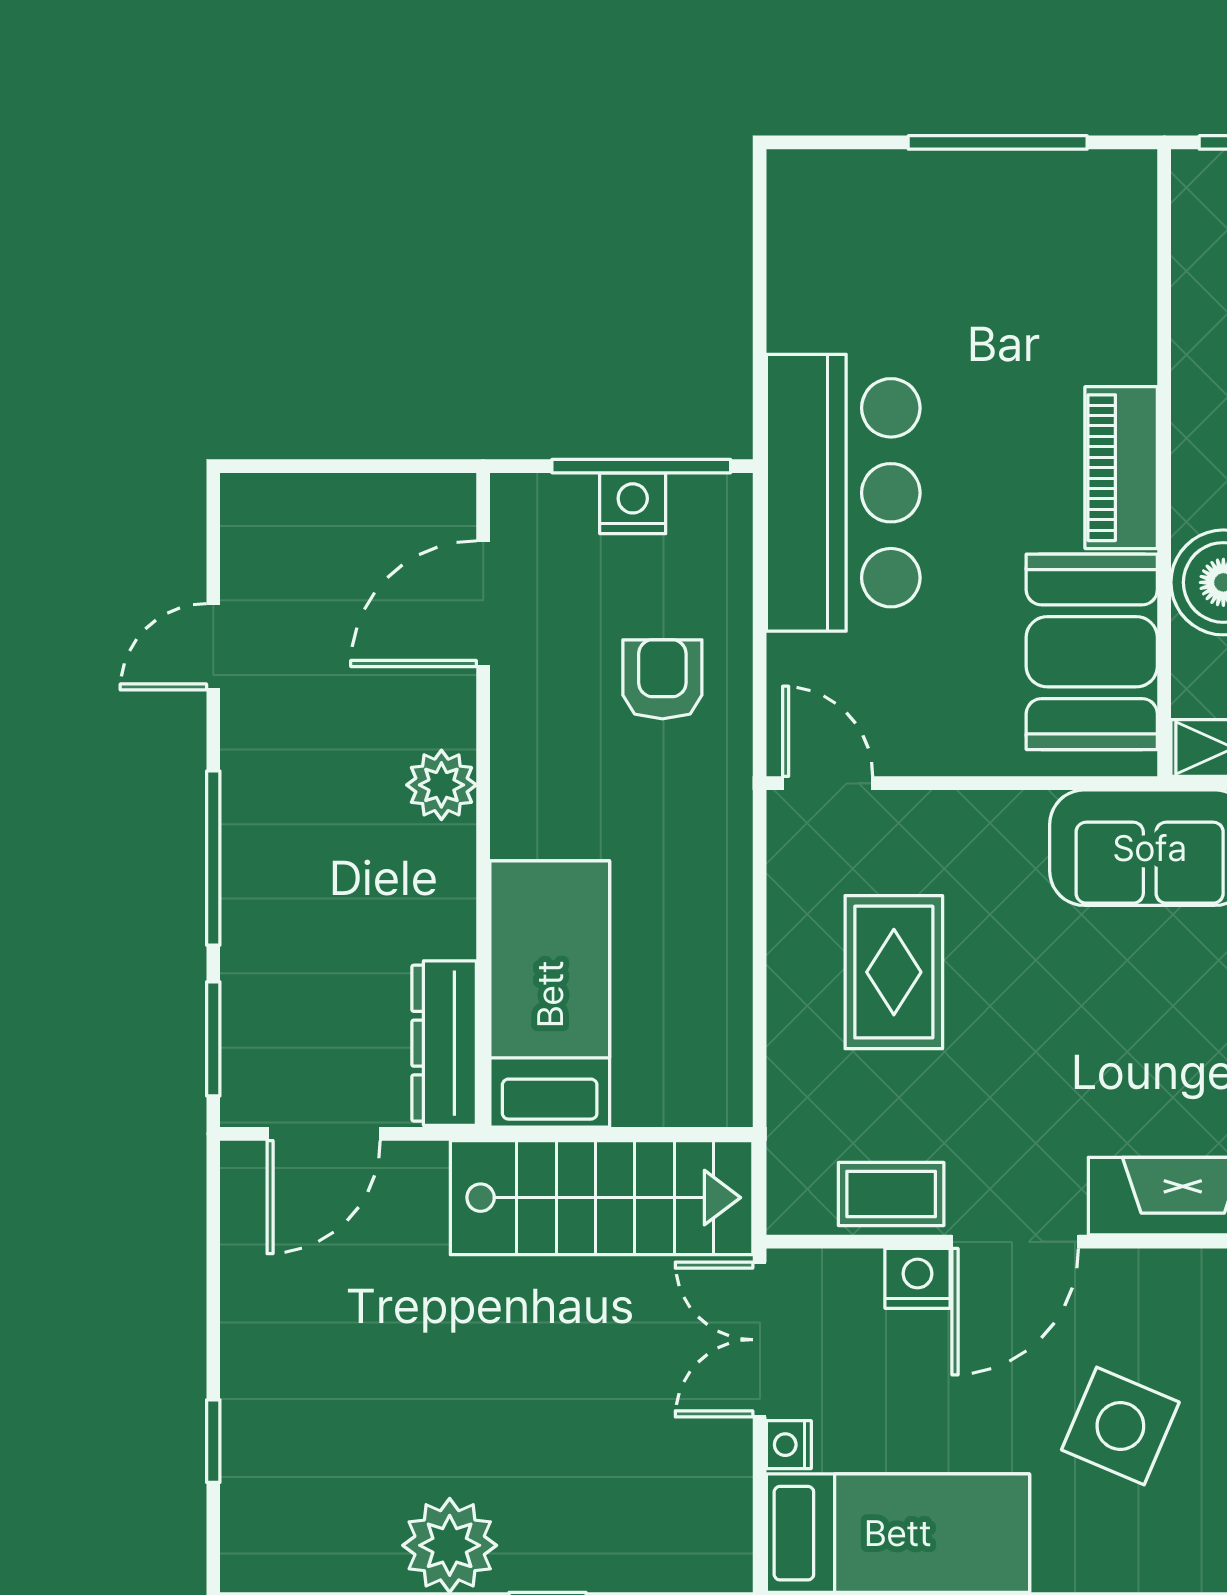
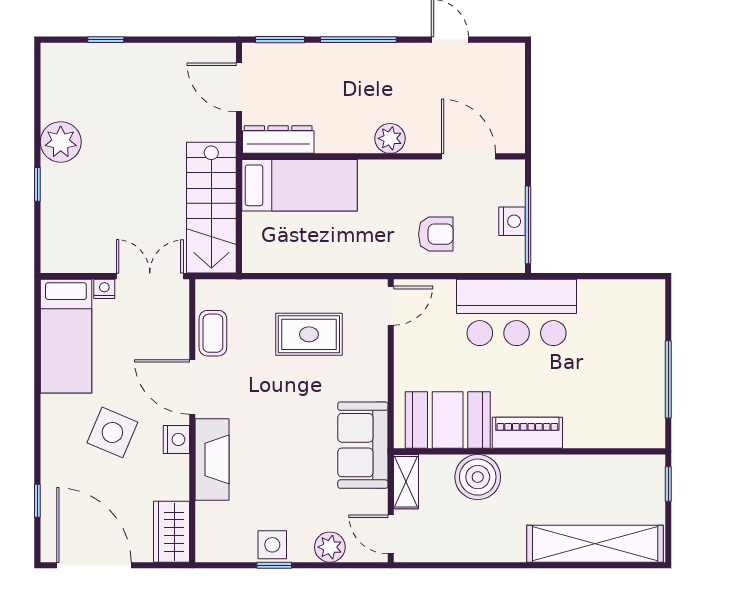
nightstand: (917, 1278) -> (176, 439), moved

